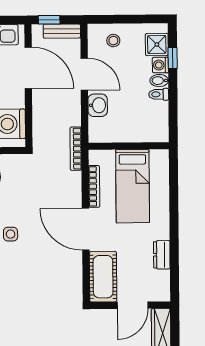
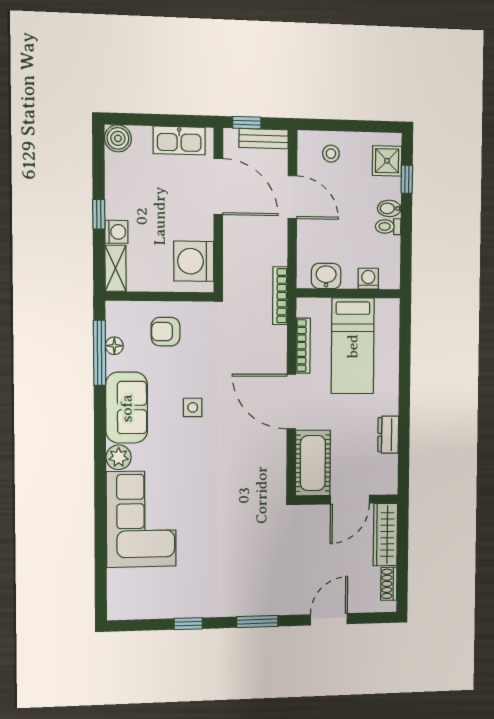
washing machine: (160, 65) -> (368, 279), moved, turned 90
washbasin: (98, 105) -> (326, 276), moved, turned -90

